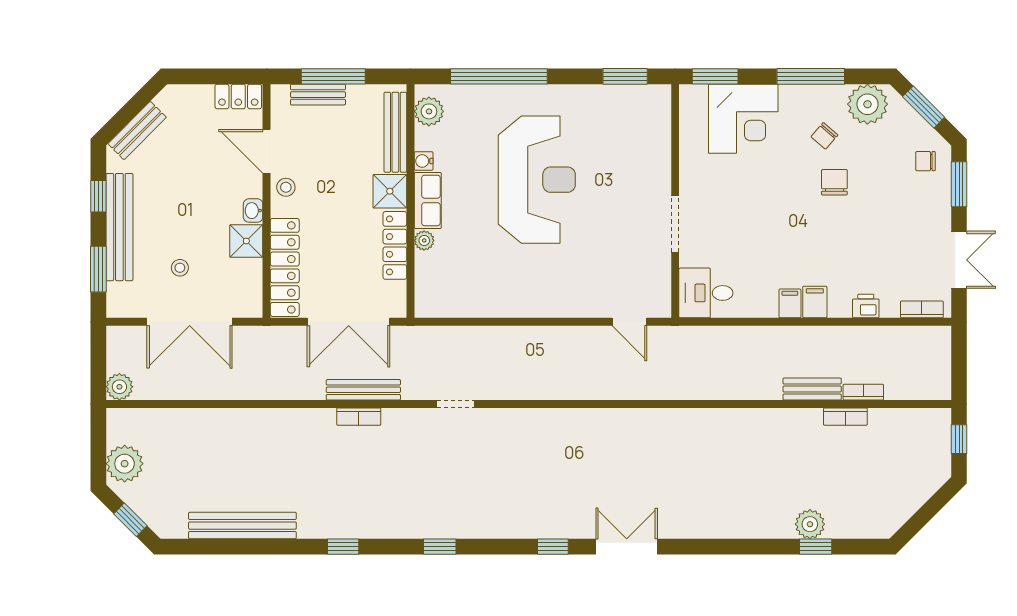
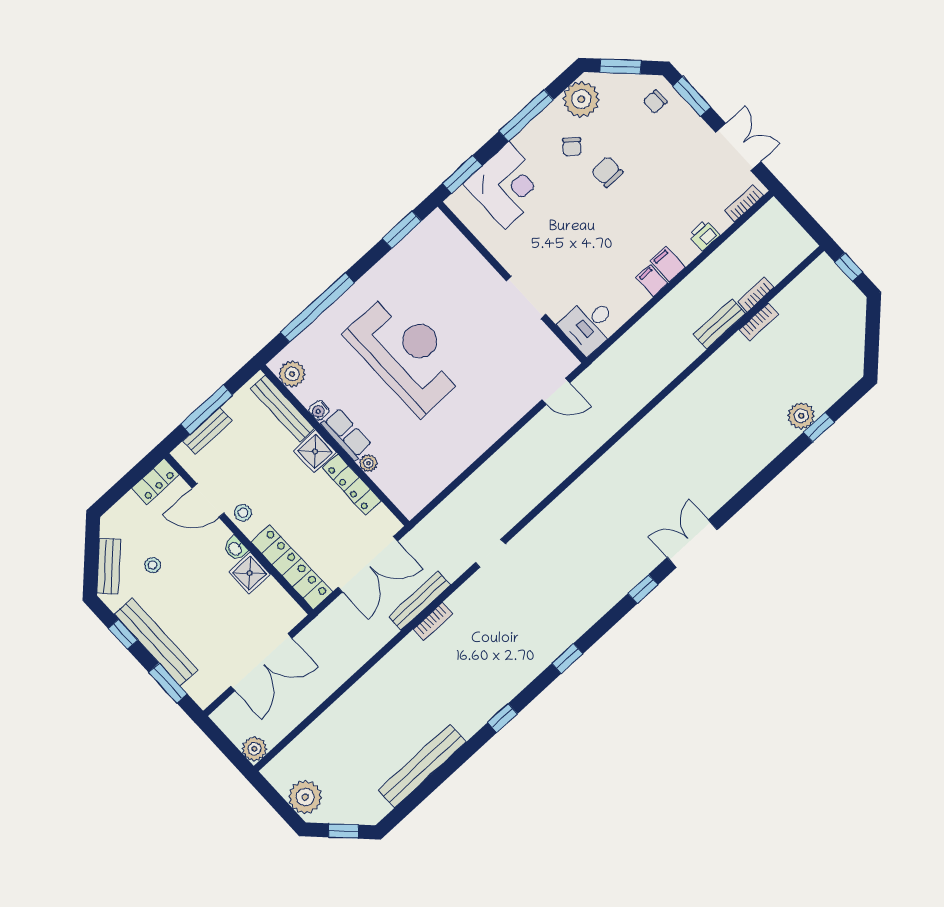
stool: (180, 268) -> (153, 565), moved

